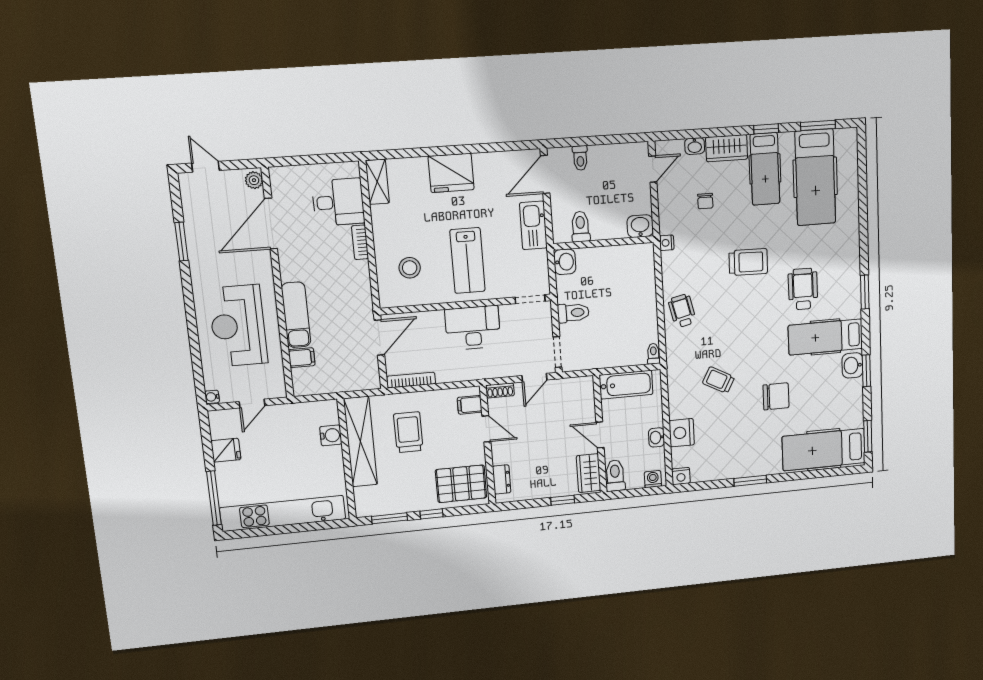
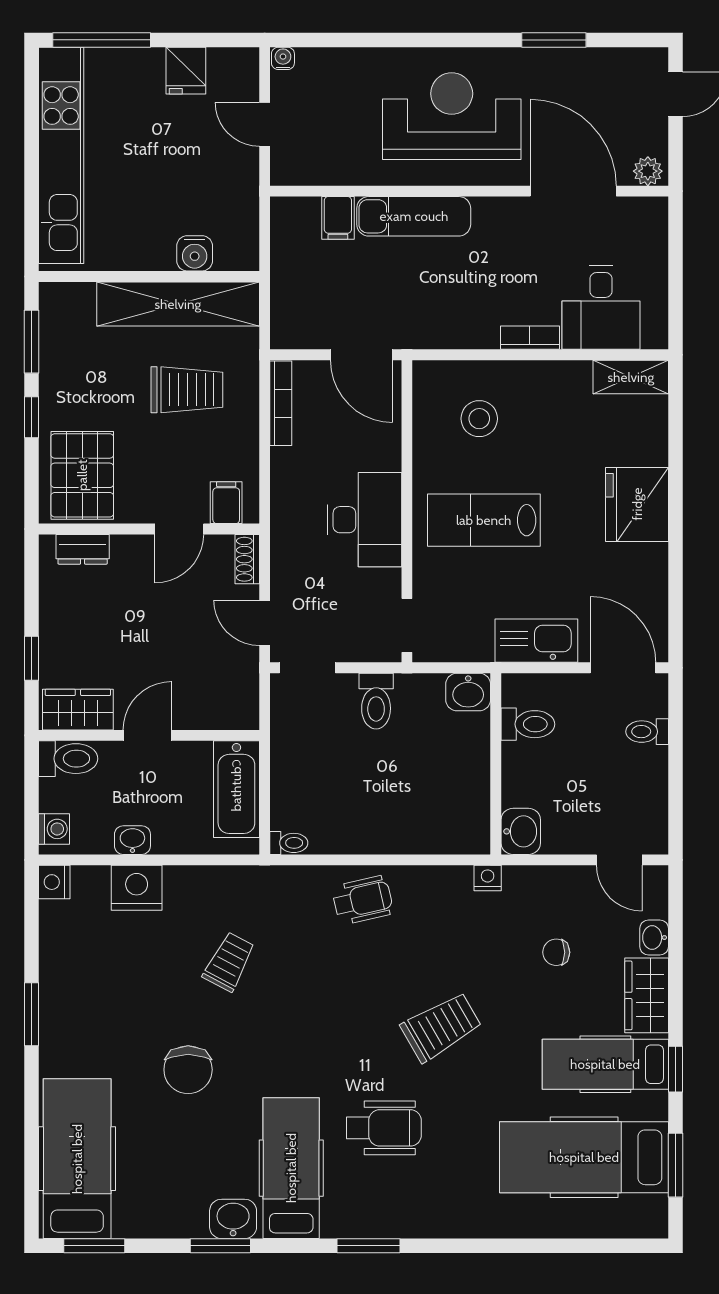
trolley: (748, 262) -> (441, 1027), turned -121
reception desk: (238, 326) -> (452, 116), moved

